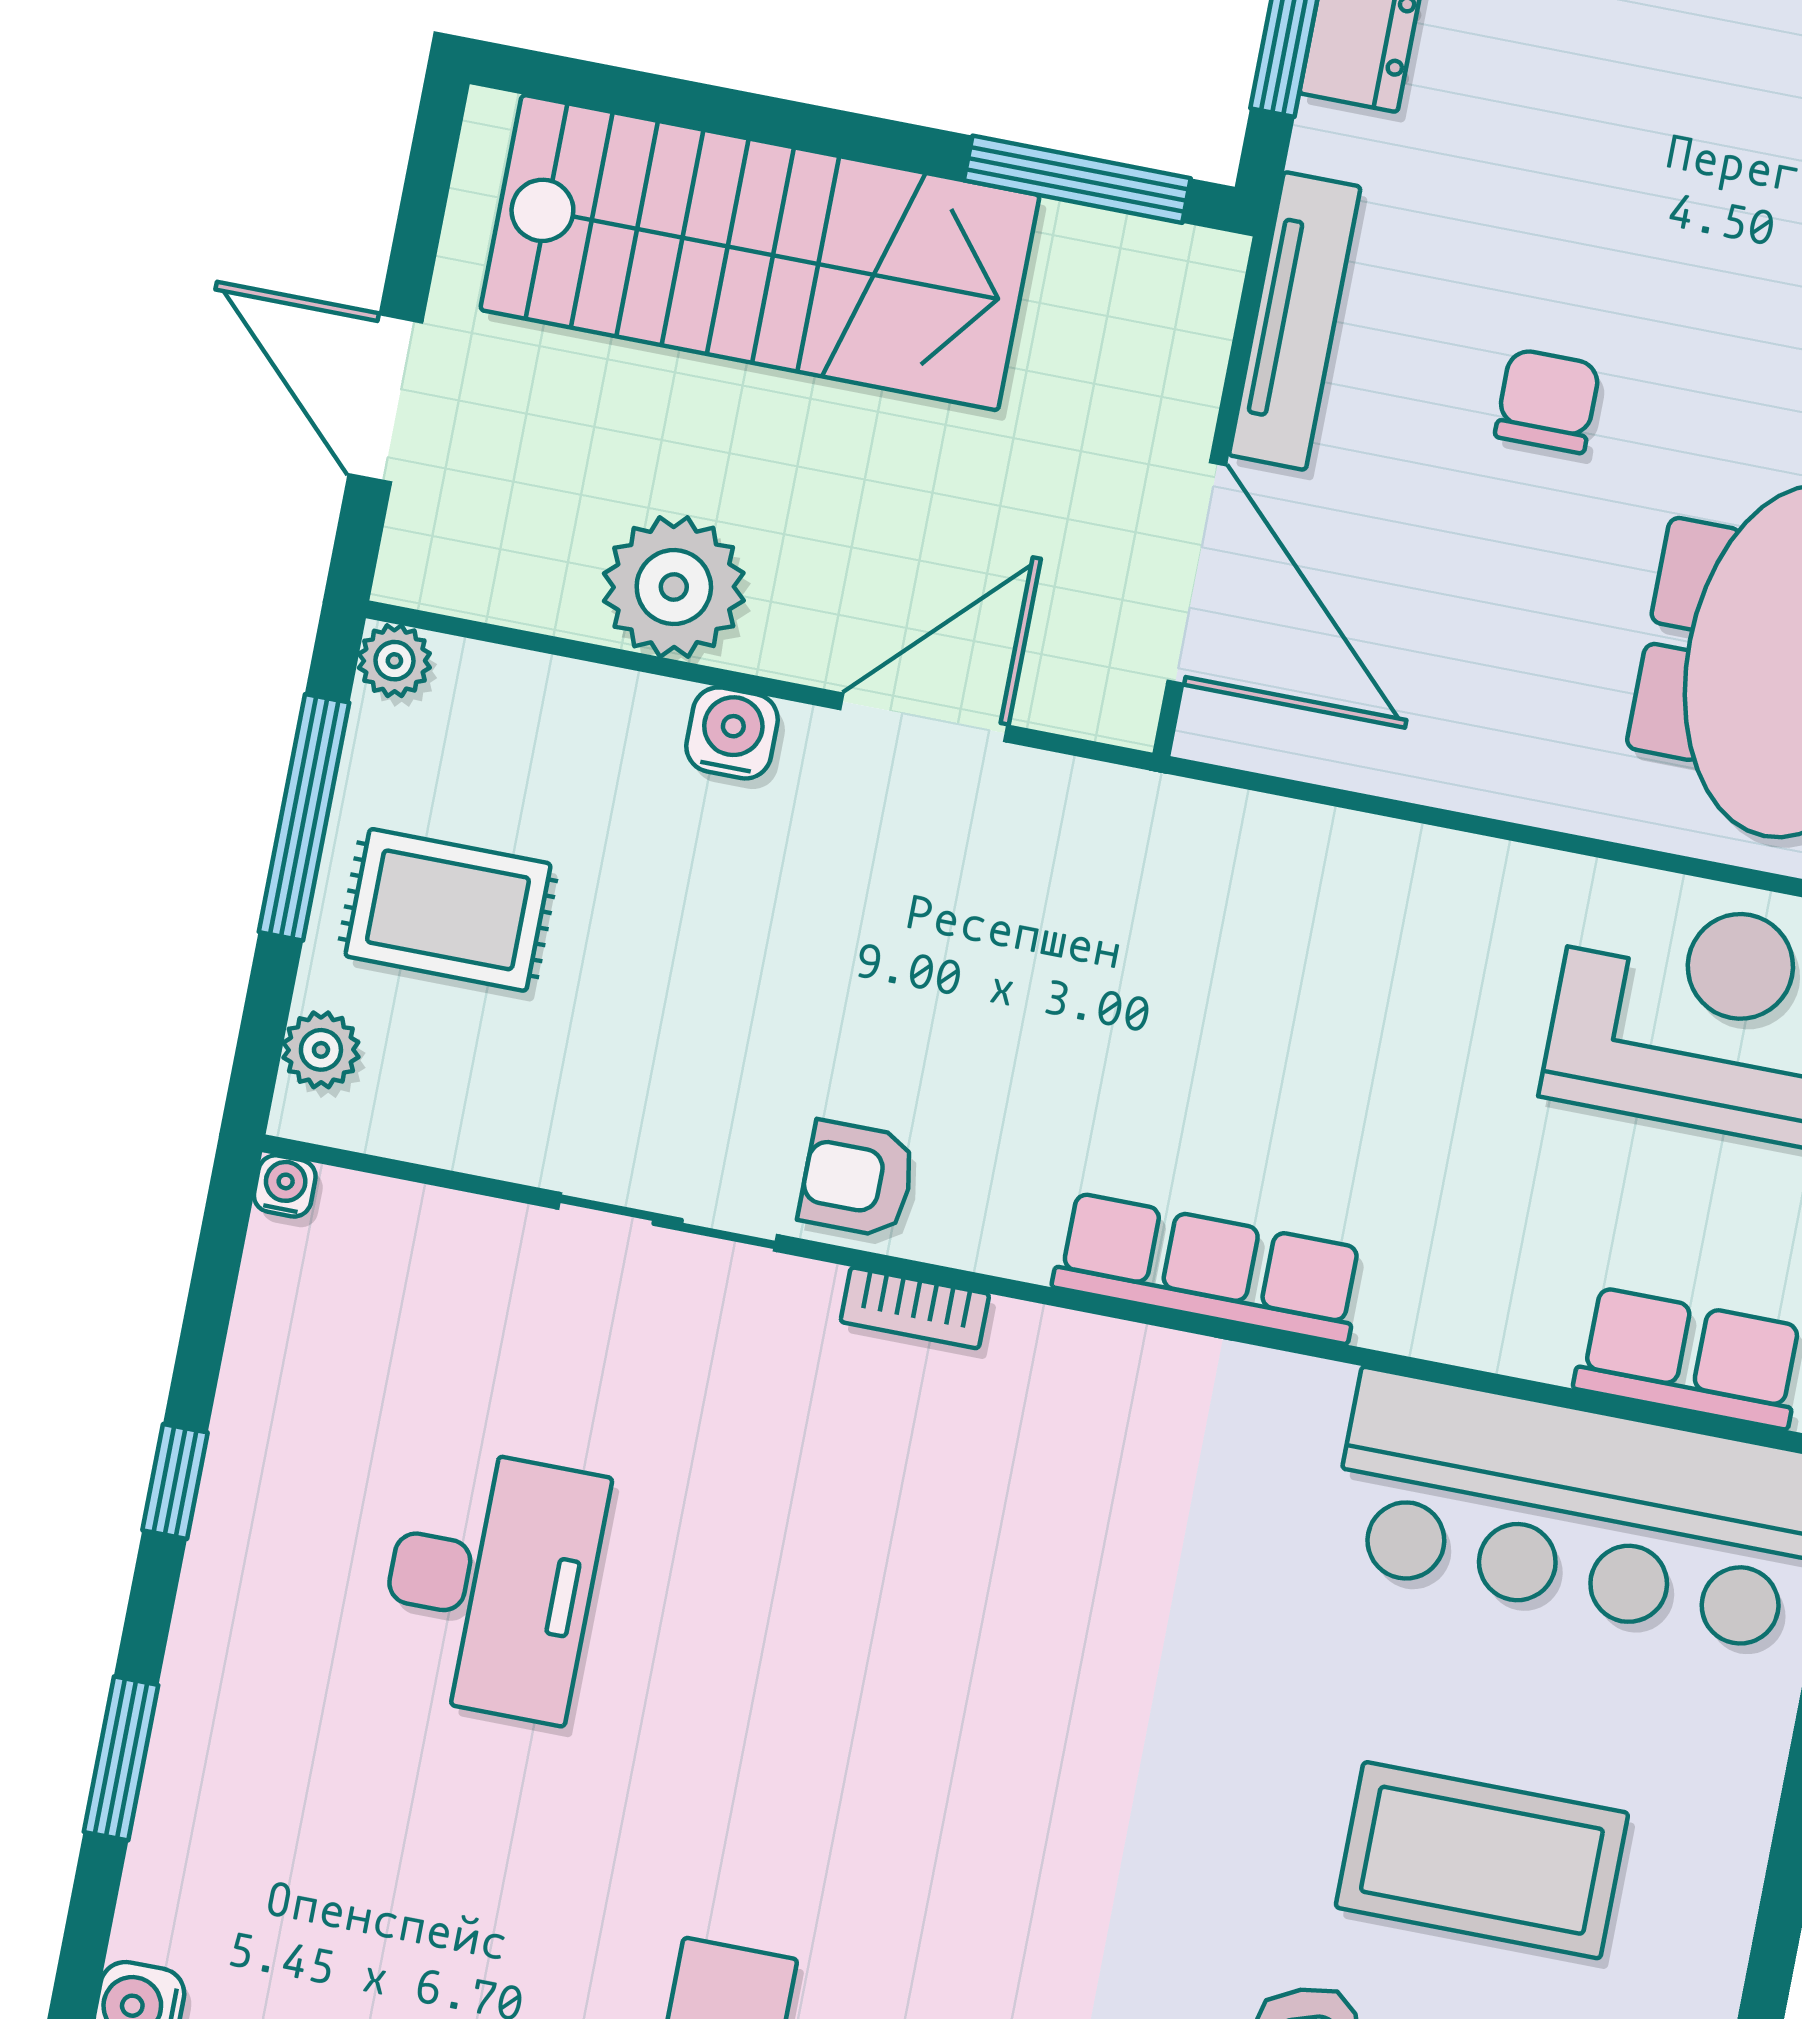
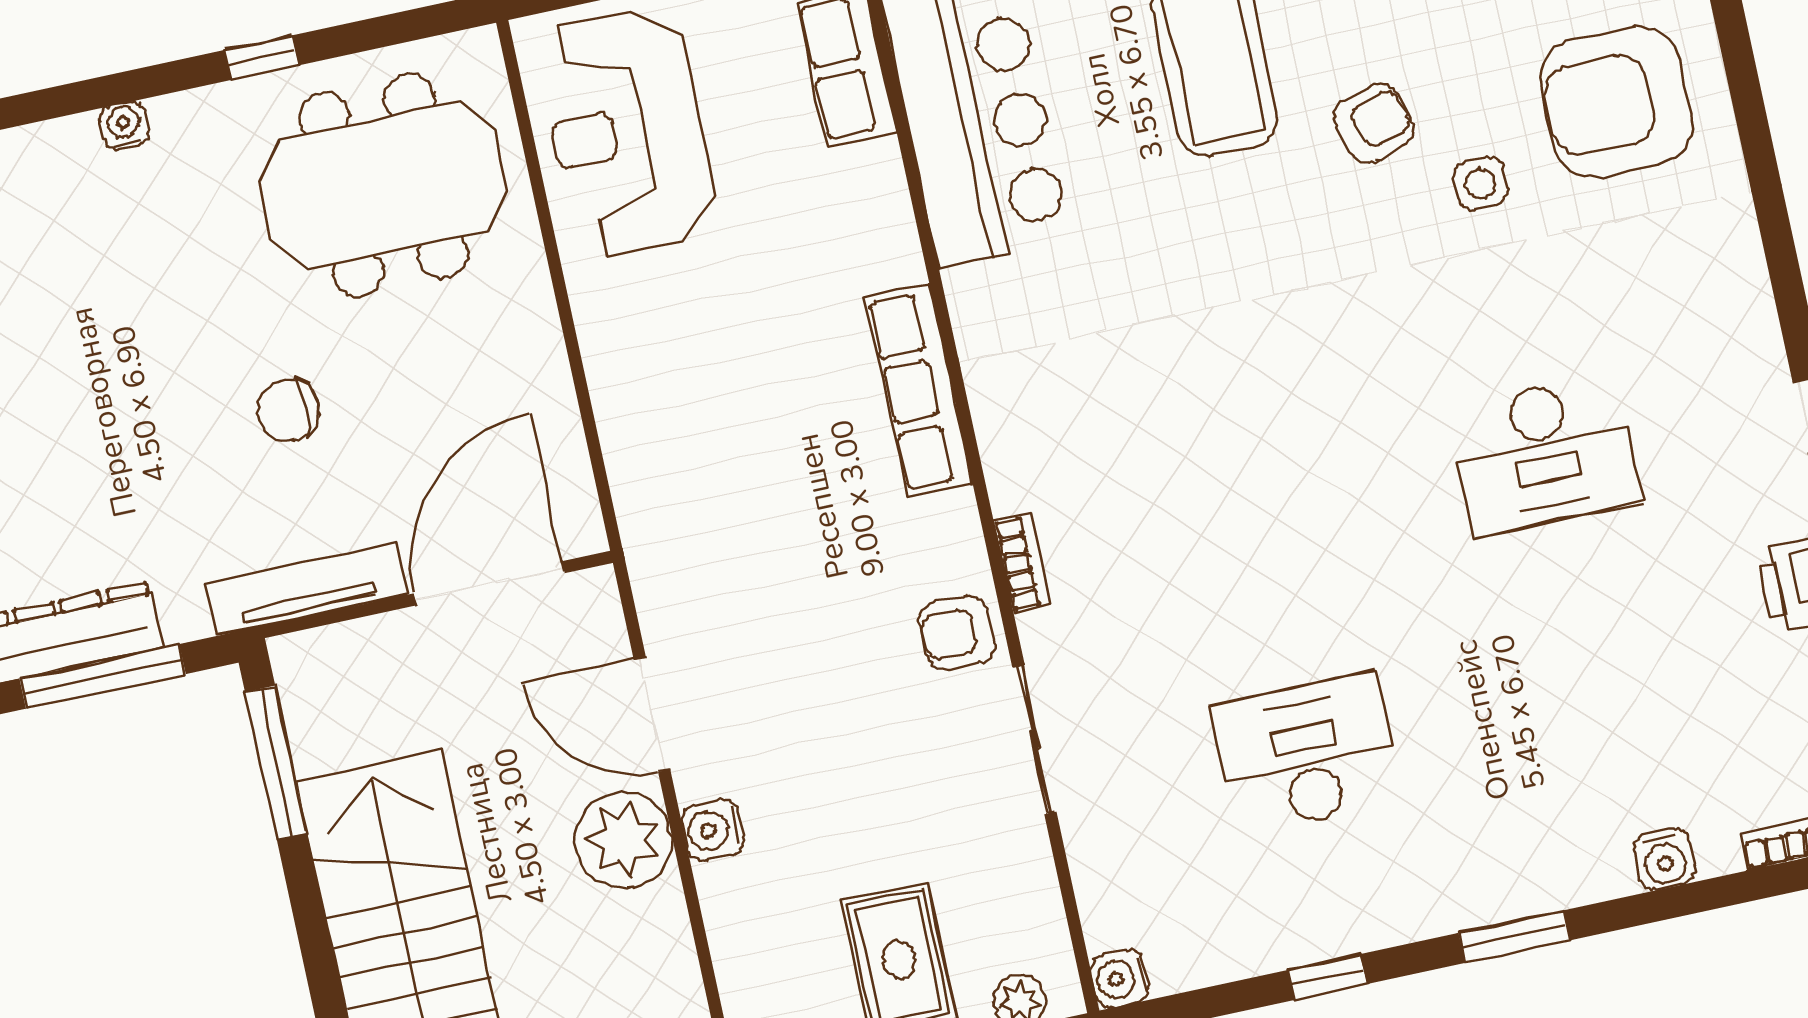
plant: (674, 587) -> (623, 840), moved
armchair: (857, 1179) -> (957, 633), turned 90
water cooler: (285, 1186) -> (1120, 979), width x1.38, depth x1.38

